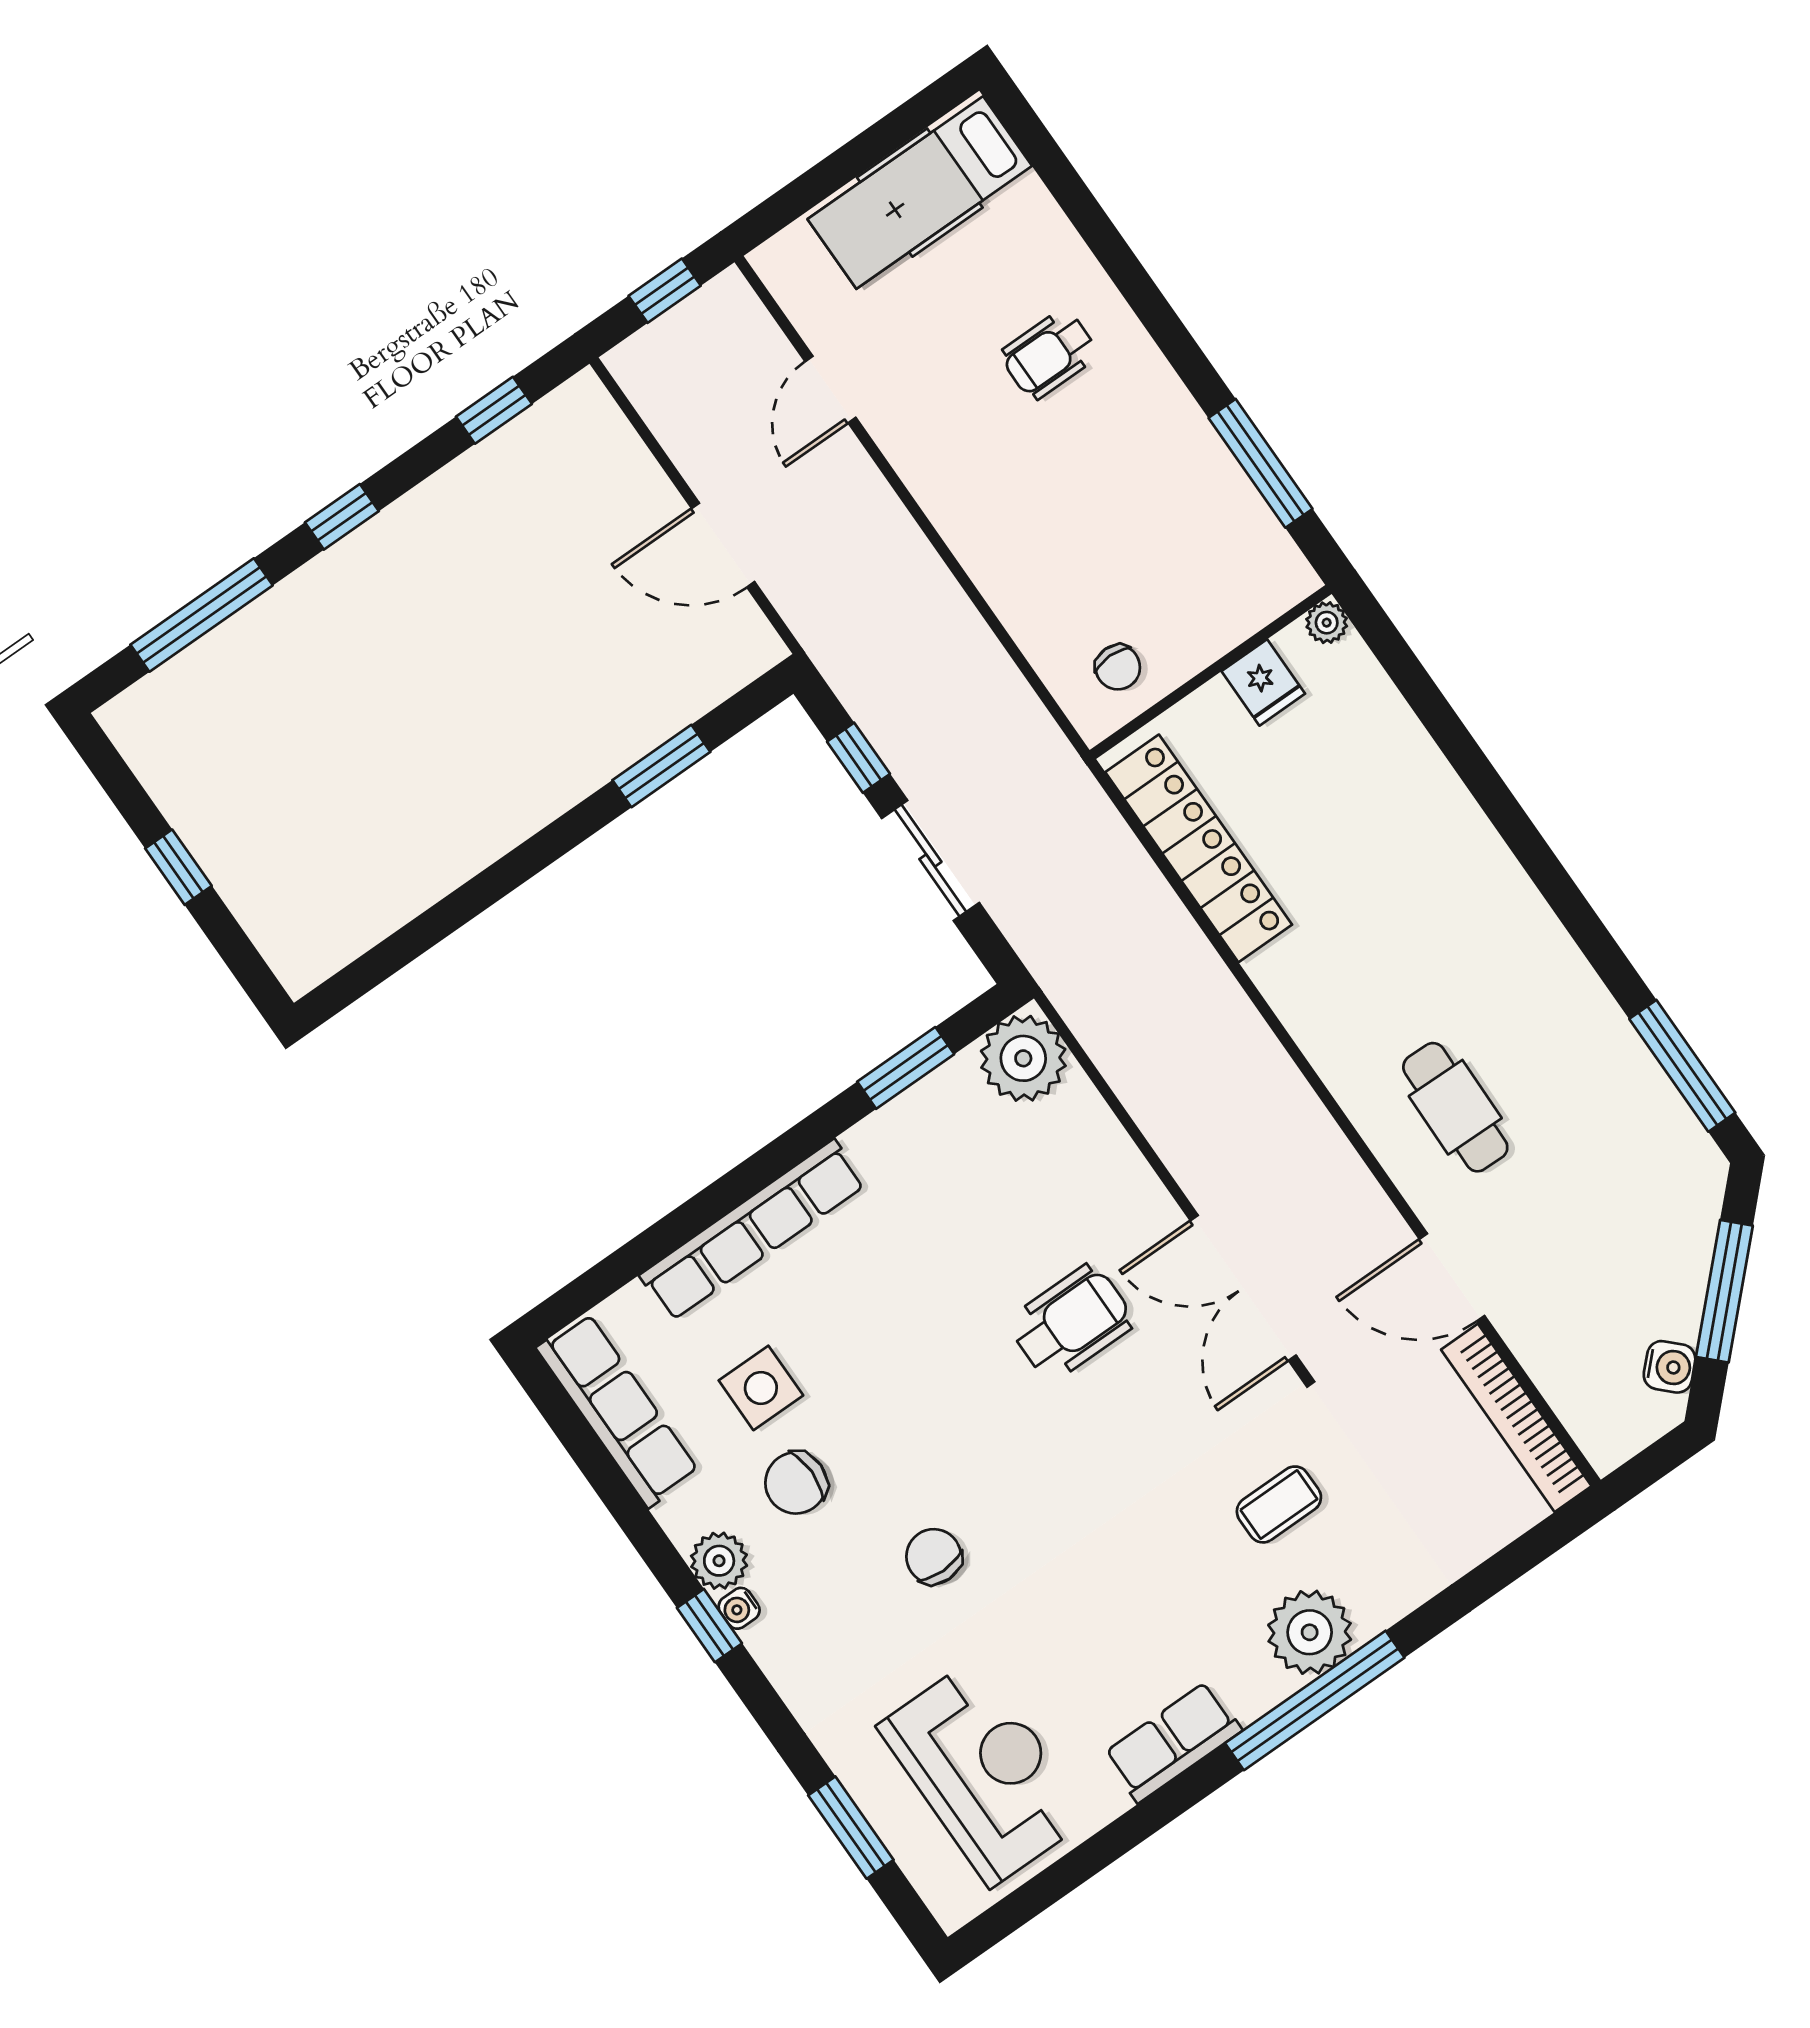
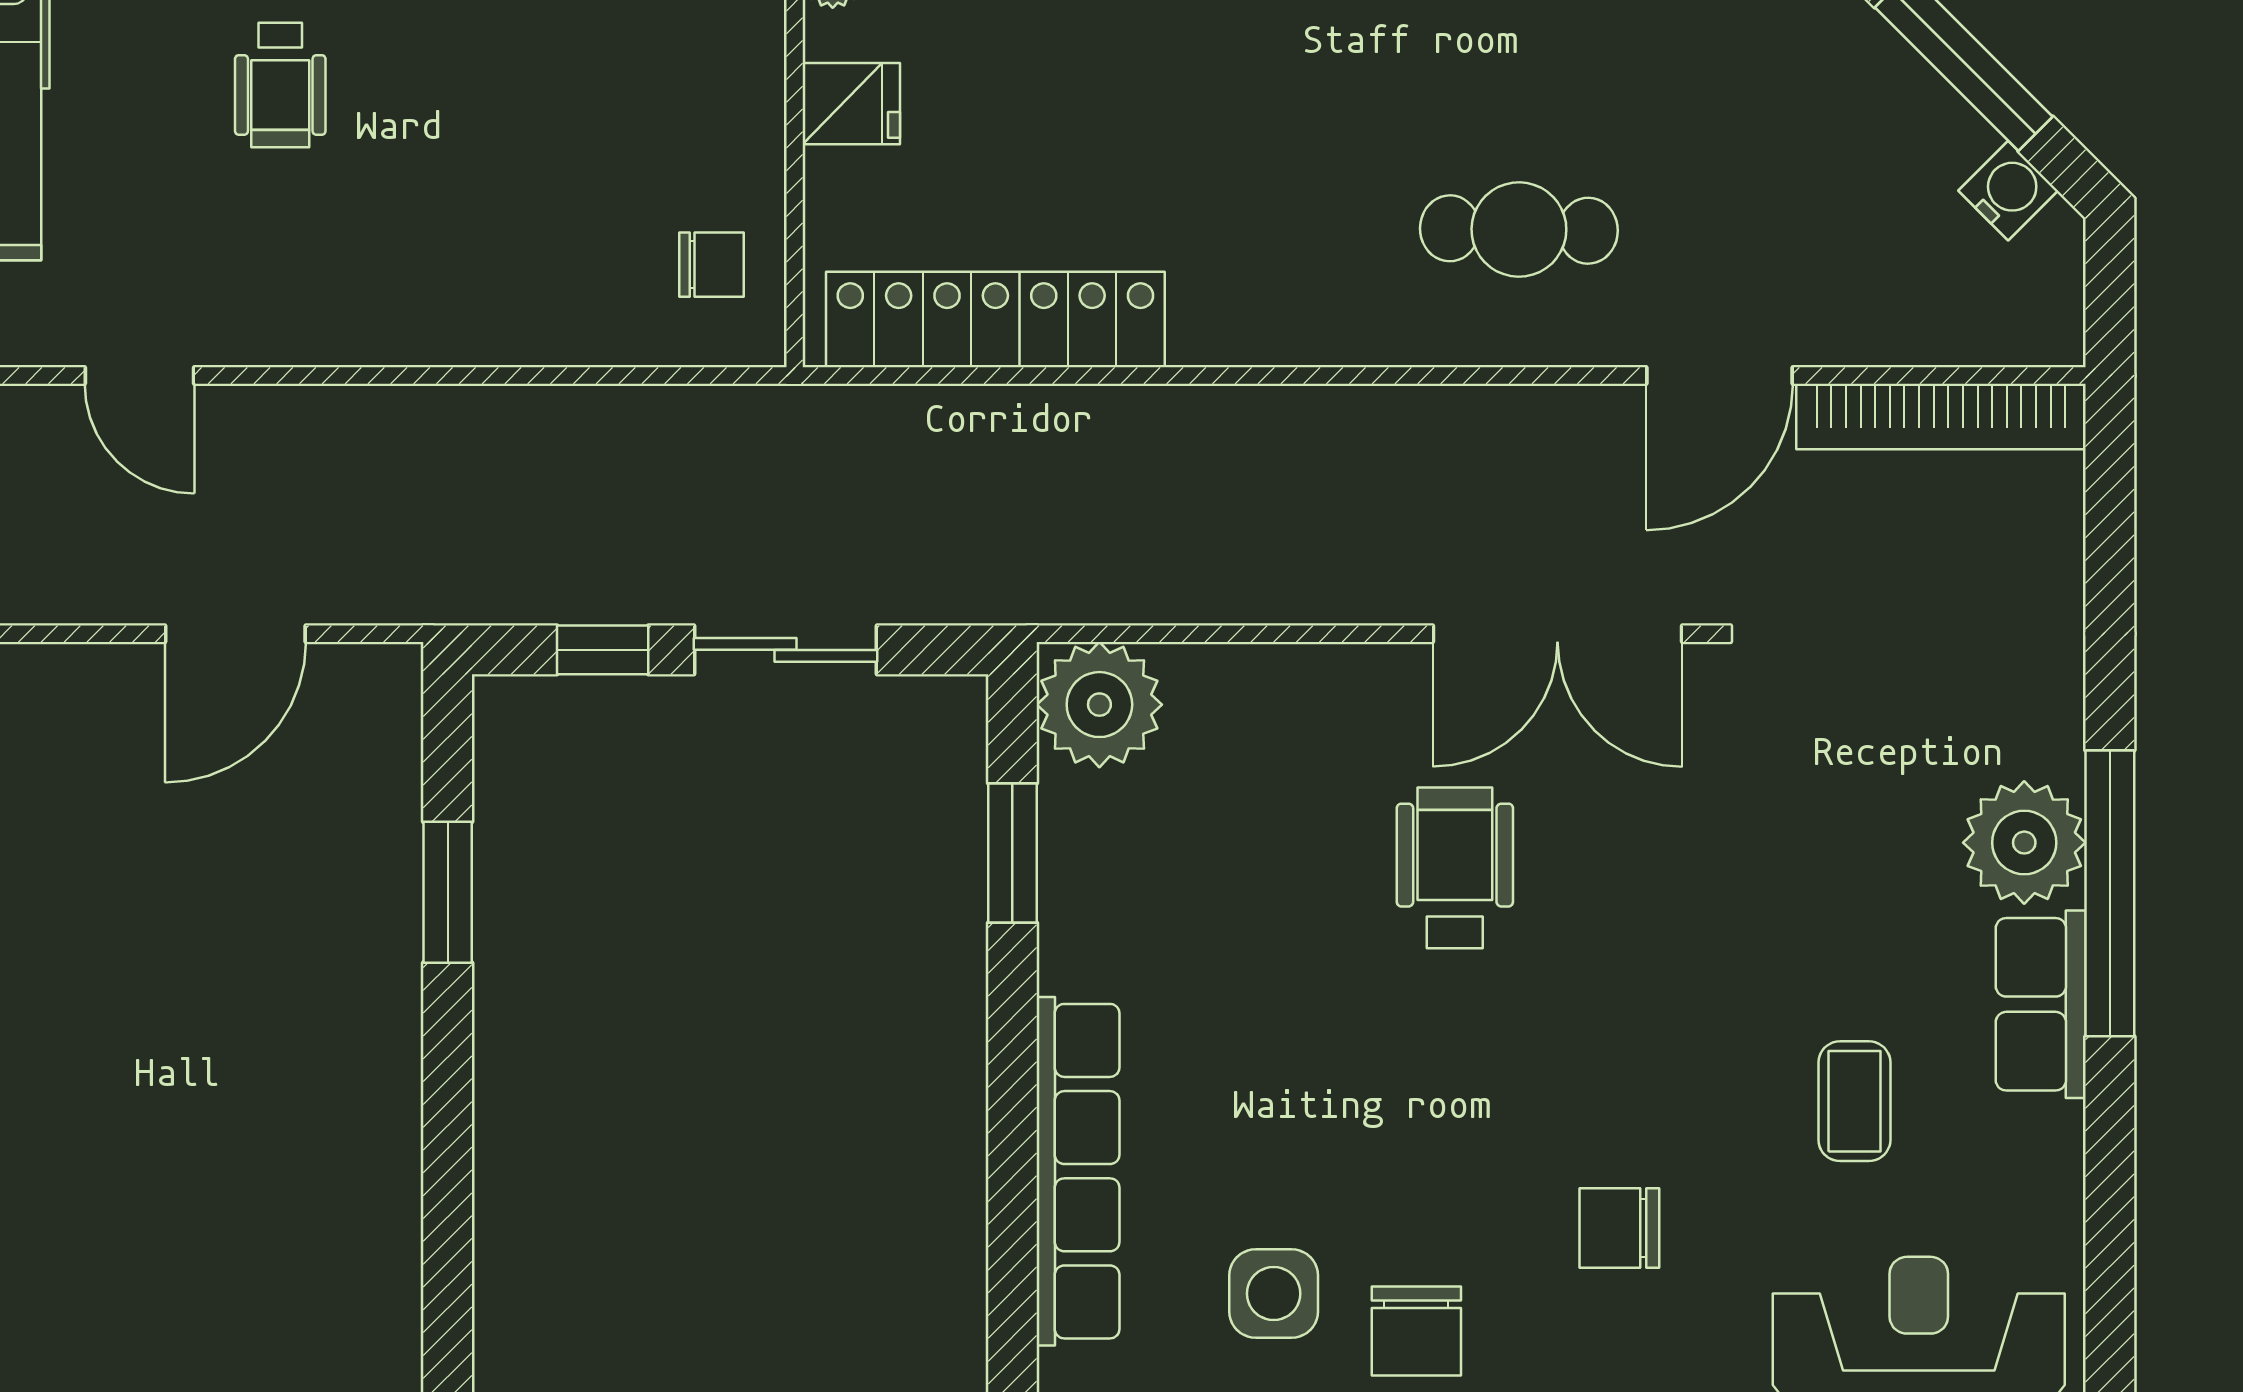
coffee table: (1279, 1504) -> (1854, 1101), moved
row of seats: (1173, 1742) -> (2041, 1004), moved

